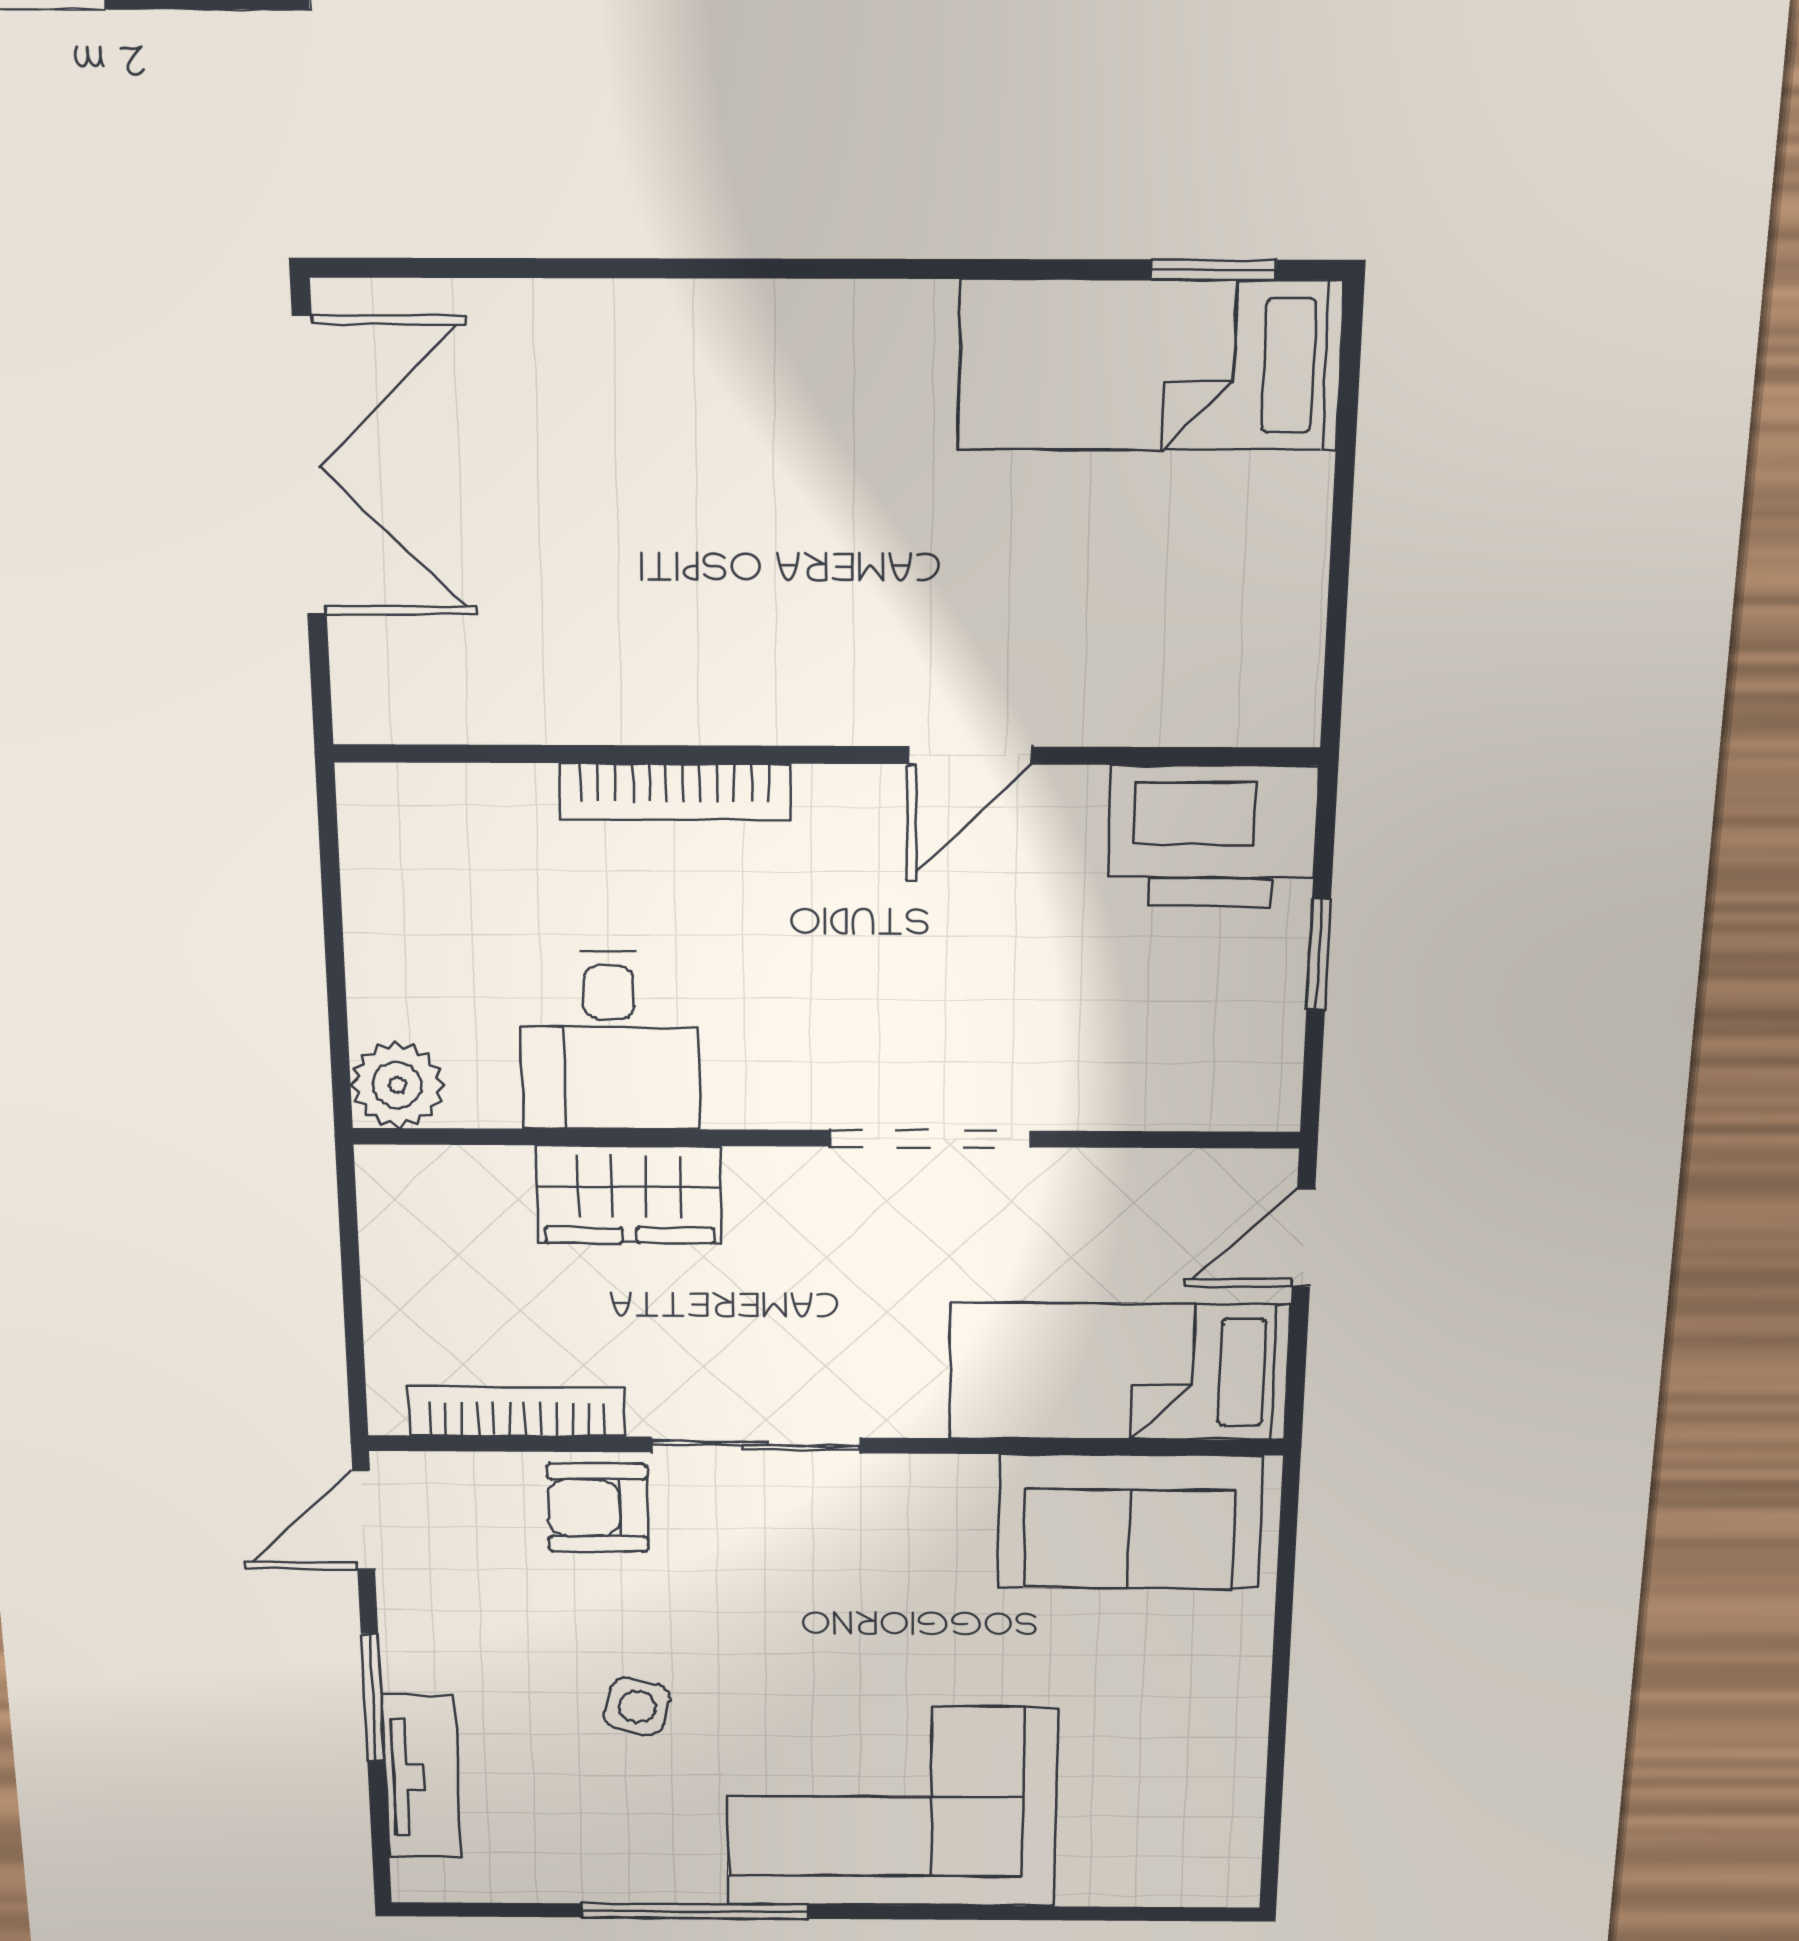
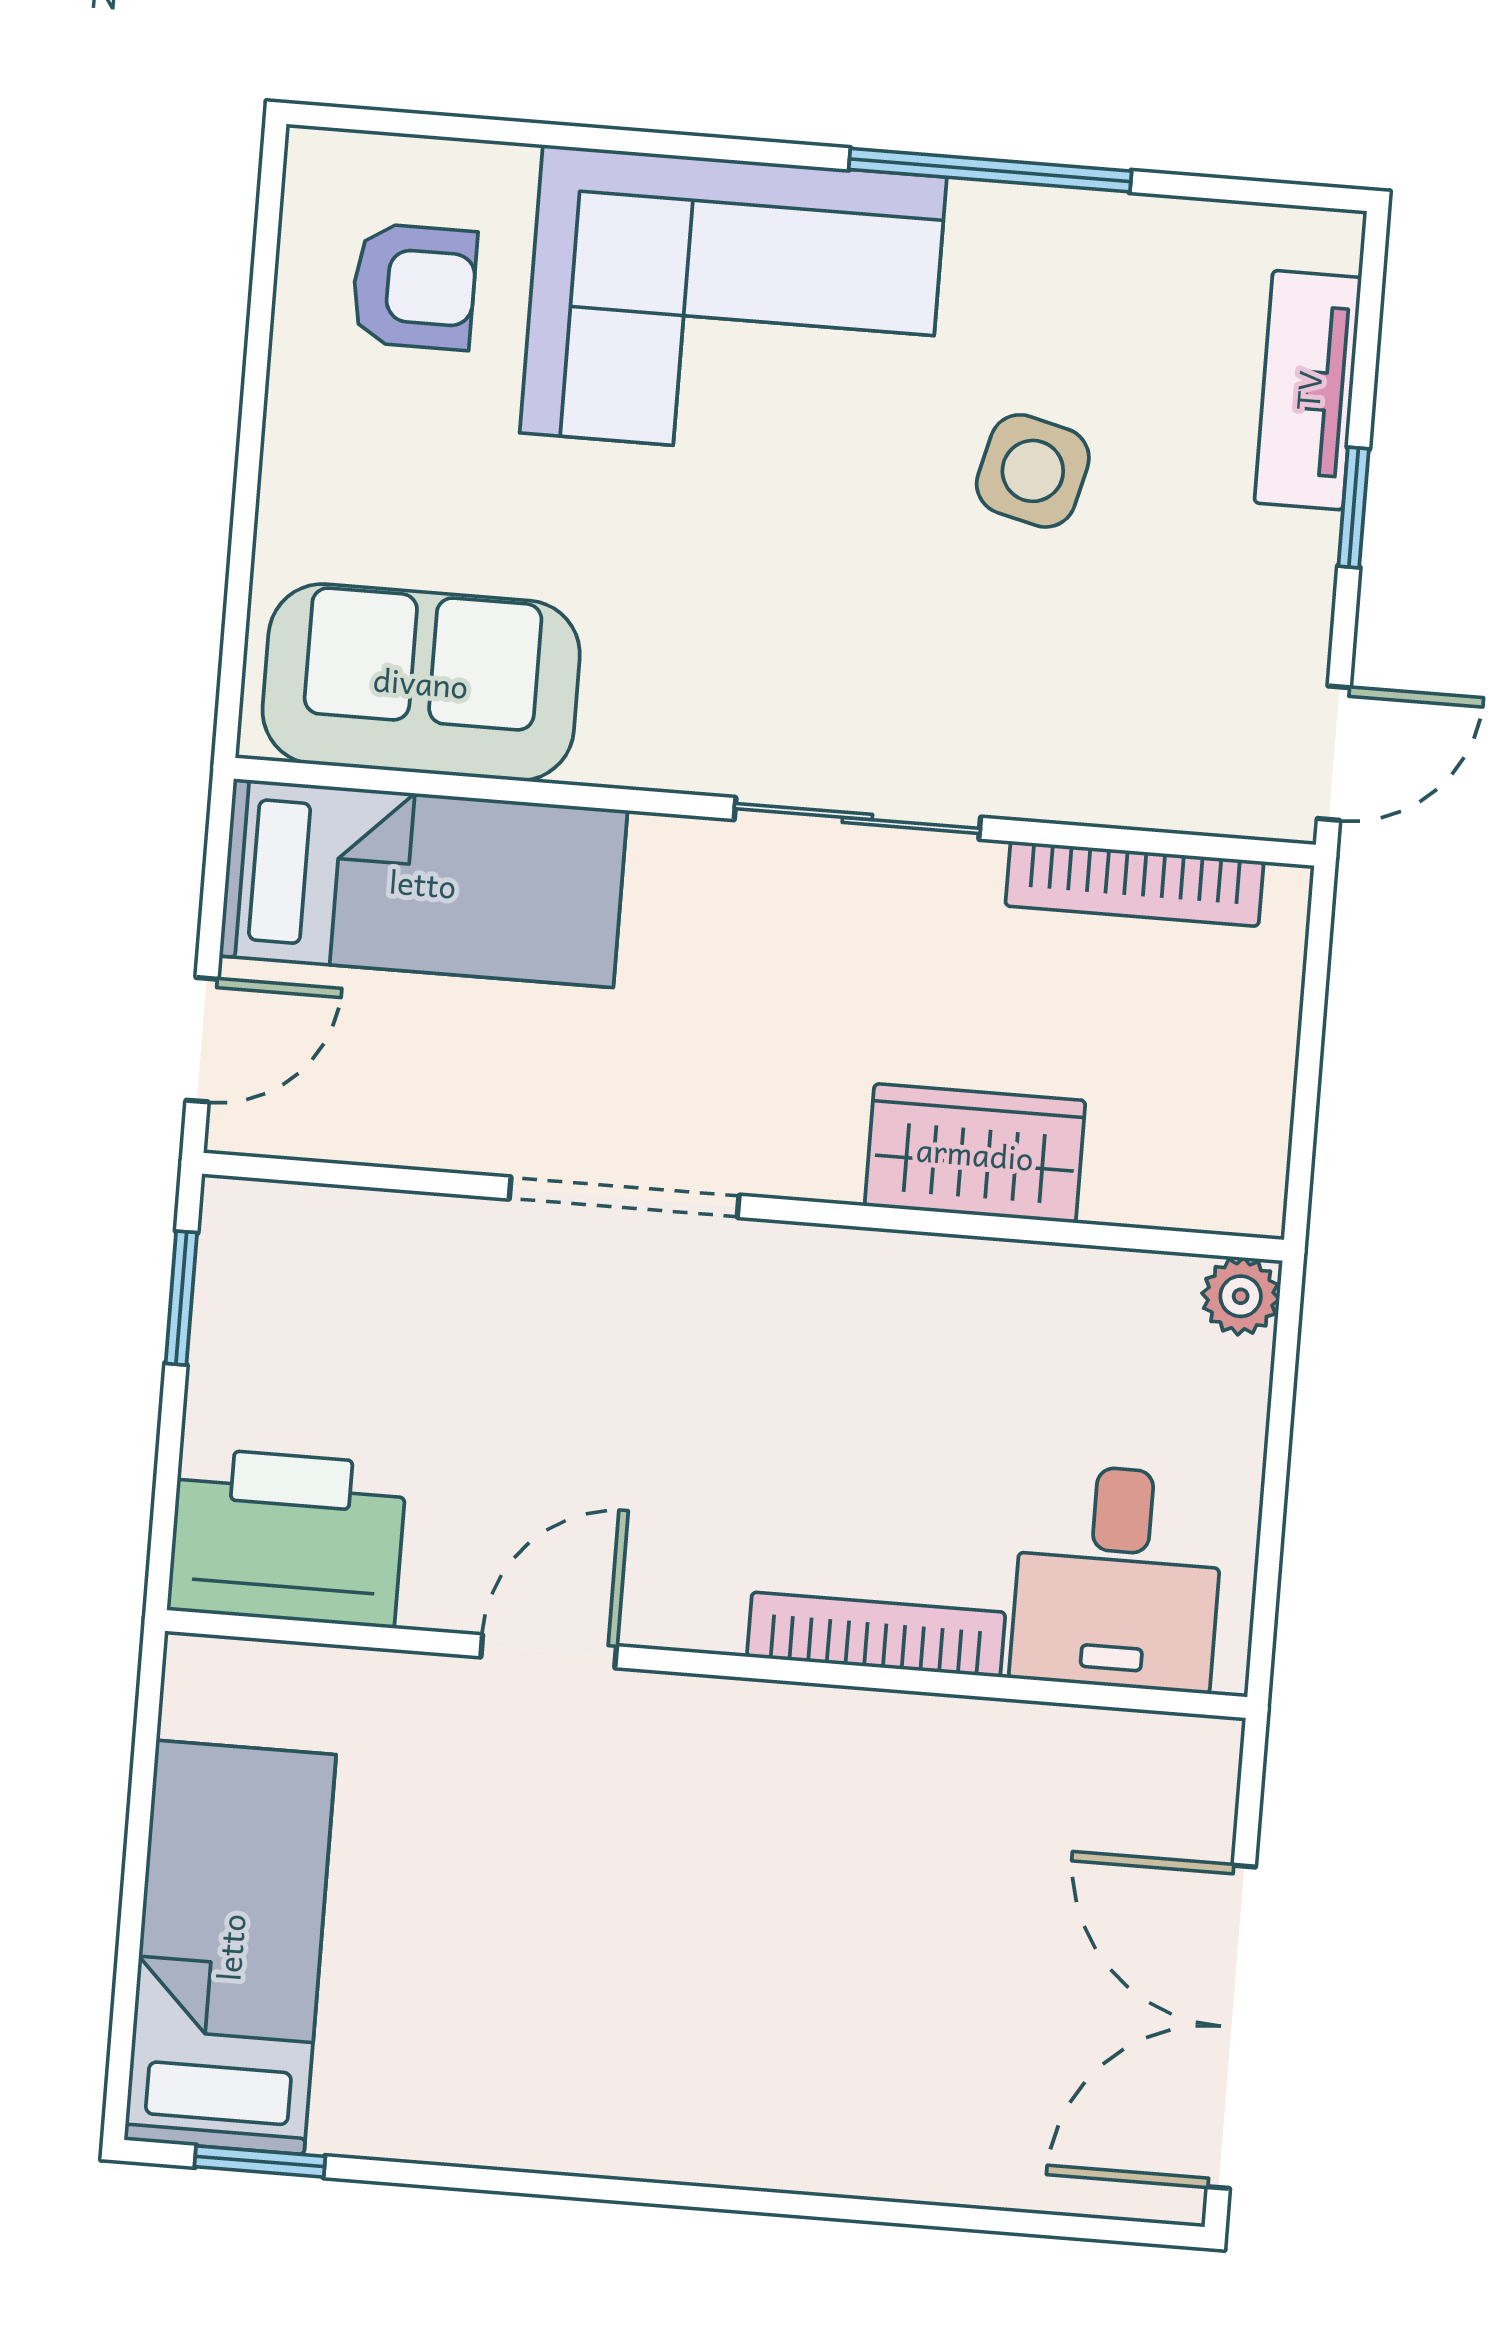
bed: (1150, 365) -> (230, 1947), moved, turned -90
window: (1319, 954) -> (181, 1298), moved
desk: (610, 1041) -> (1118, 1578), moved, turned 180
plant: (397, 1085) -> (1241, 1296), width x0.73, depth x0.73
armchair: (598, 1508) -> (414, 287), moved
window: (373, 1698) -> (1354, 507), width x0.67
side table: (637, 1707) -> (1033, 471), width x1.37, depth x1.37

